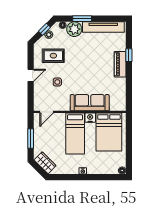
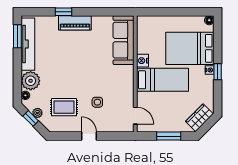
window: (82, 19) -> (17, 36), moved
rug: (53, 56) -> (64, 107), turned 90
sofa: (90, 103) -> (124, 40), moved
bed: (109, 132) -> (190, 48), moved, turned 180
window: (81, 177) -> (218, 72), added

